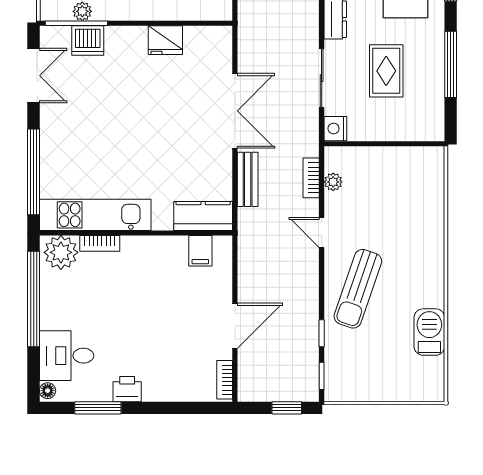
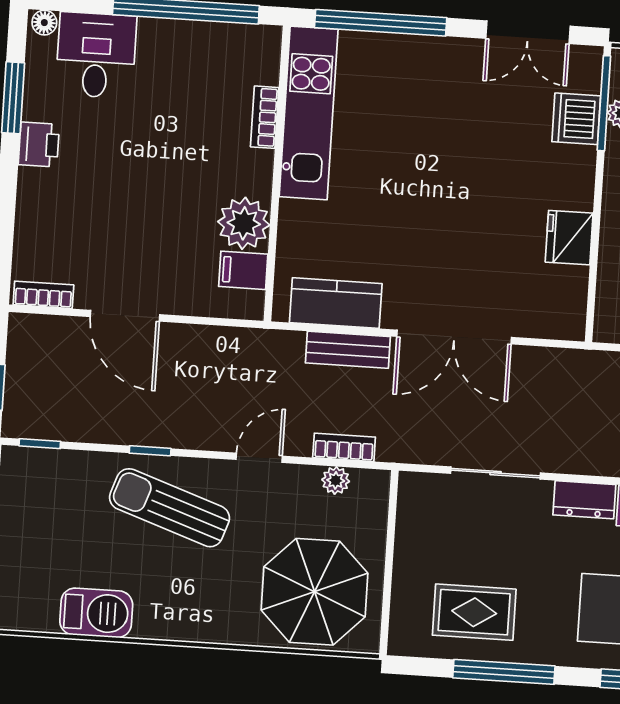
rug: (386, 71) -> (474, 612), moved
nightstand: (335, 129) -> (417, 489), removed
parasol: (406, 191) -> (315, 592), added
kitchen counter: (203, 216) -> (336, 303), moved, turned -90
plant: (61, 252) -> (244, 223), moved
window: (322, 333) -> (150, 451), moved

